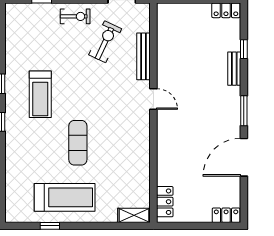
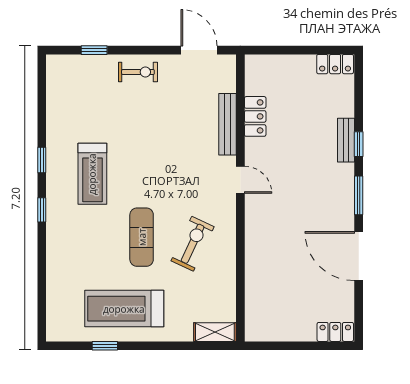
exercise bike: (105, 42) -> (193, 244), moved
window: (244, 49) -> (359, 144), moved
door: (244, 157) -> (359, 256), hinge flipped
treadmill: (65, 197) -> (124, 309), turned 180
locker: (165, 202) -> (255, 116), moved

